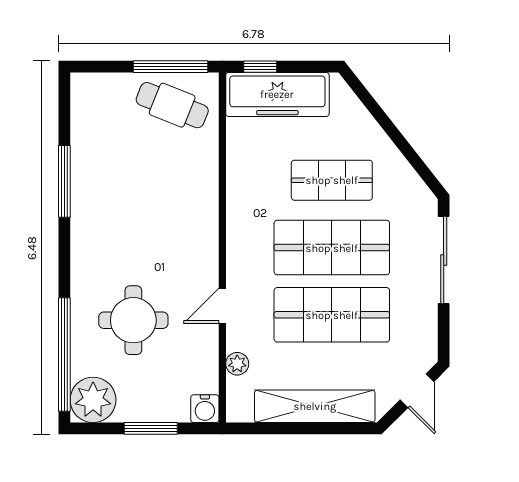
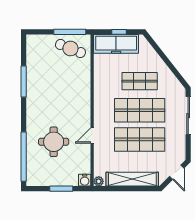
window: (260, 67) -> (119, 32), moved
plant: (237, 364) -> (99, 181), moved
plant: (93, 400) -> (36, 176), removed

